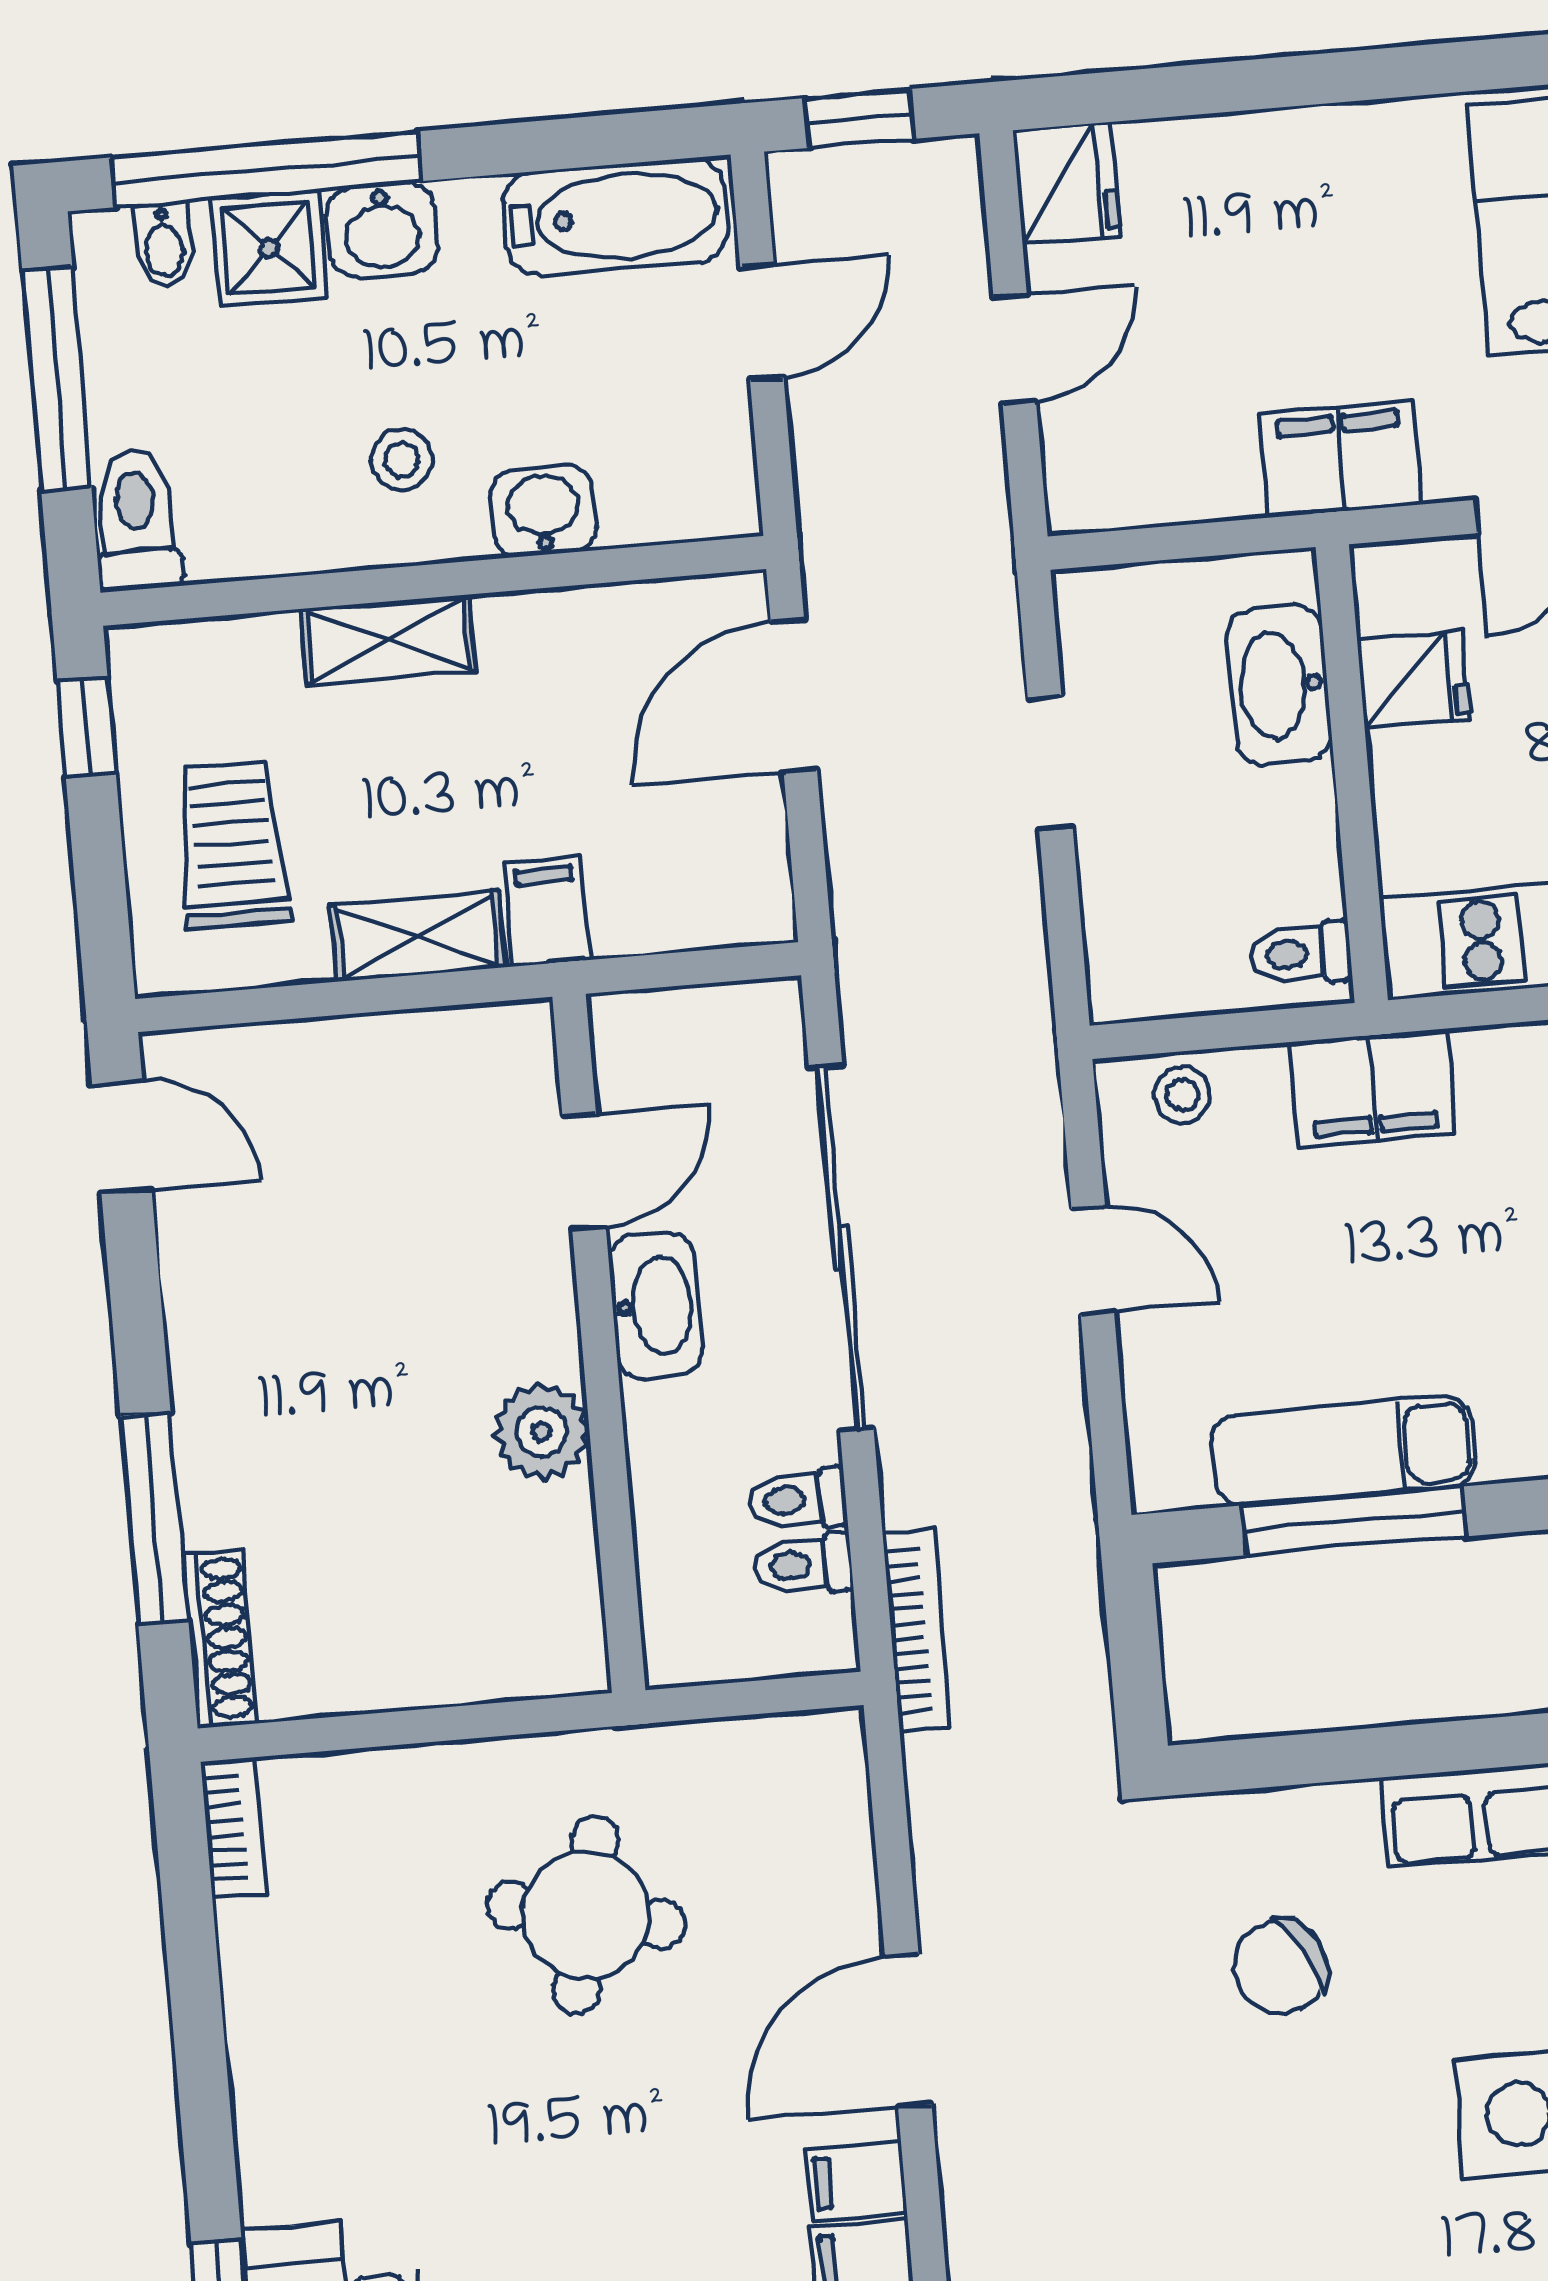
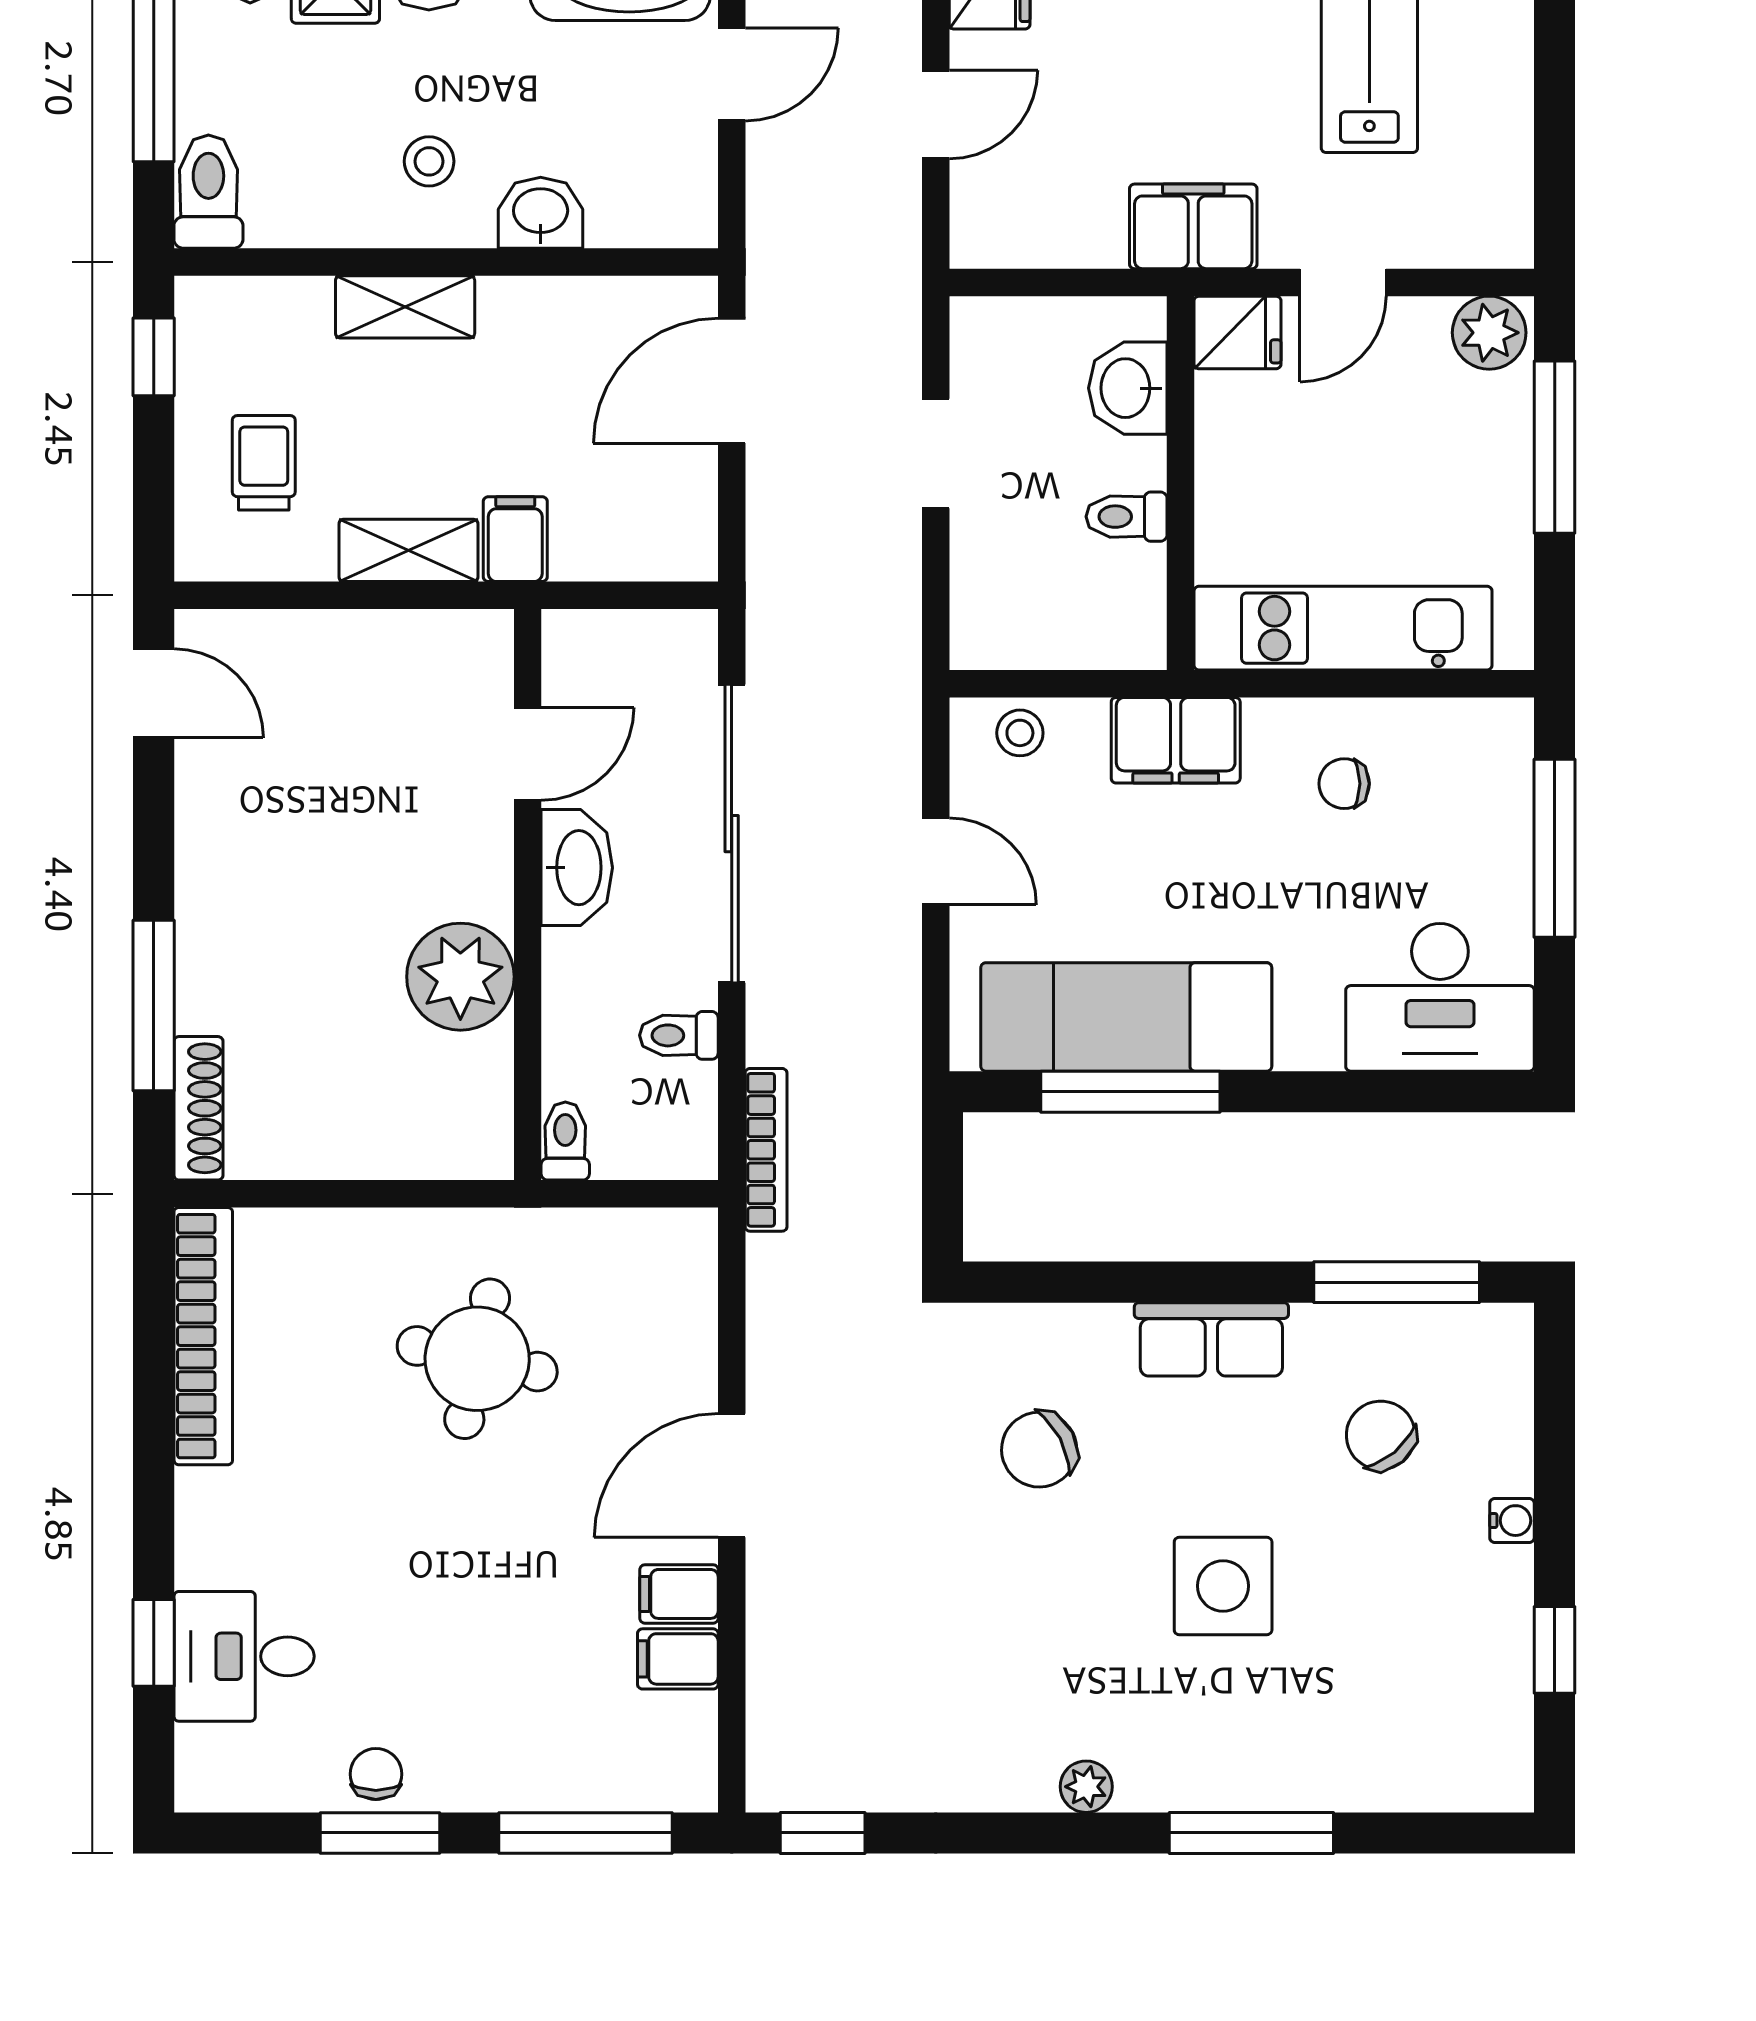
fridge: (1414, 679) -> (1238, 332), moved
washbasin: (1279, 685) -> (1128, 388), width x0.72
trolley: (232, 845) -> (264, 463), width x0.73, depth x0.72
toilet: (1301, 953) -> (1127, 517), moved
plant: (541, 1432) -> (460, 977), width x1.36, depth x1.36
exam couch: (1343, 1451) -> (1126, 1017), width x1.36, depth x1.45
toilet: (804, 1565) -> (565, 1141), moved, turned 90
bookcase: (233, 1827) -> (203, 1336), width x2.31, depth x1.31

